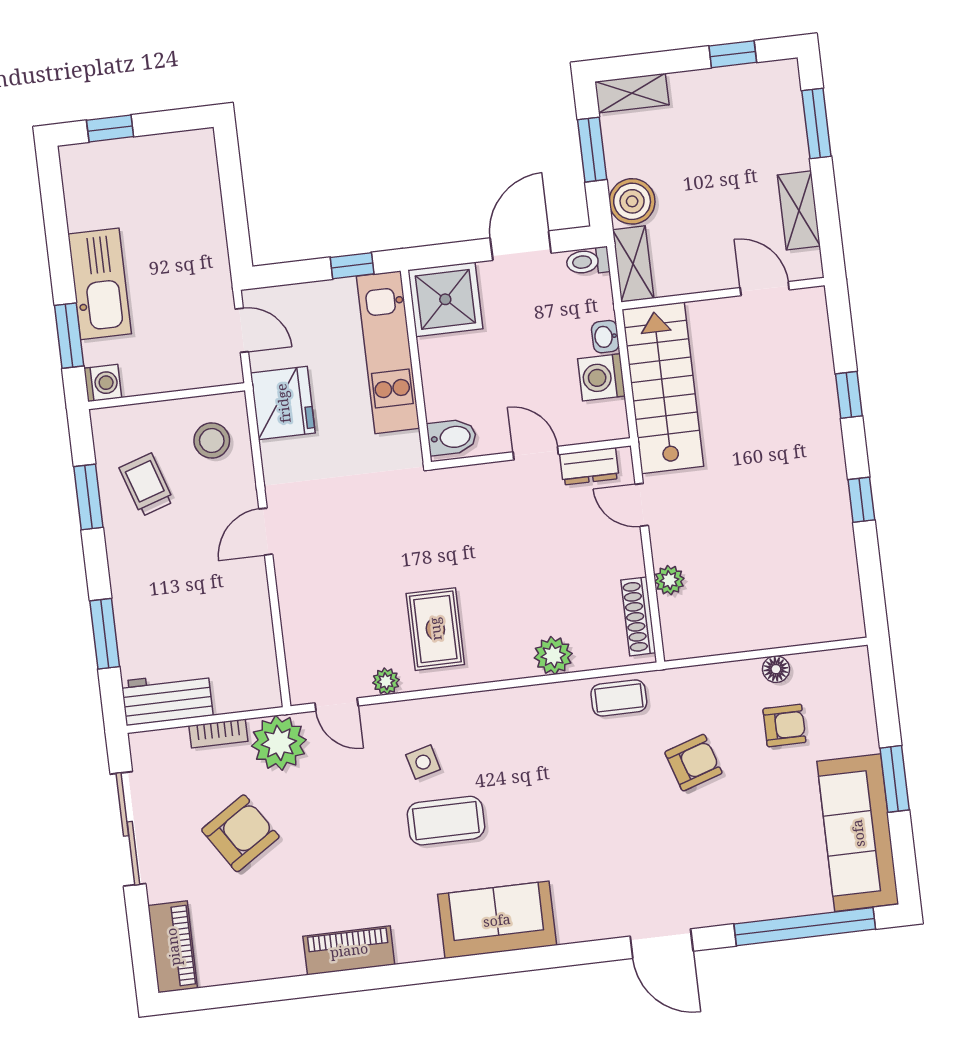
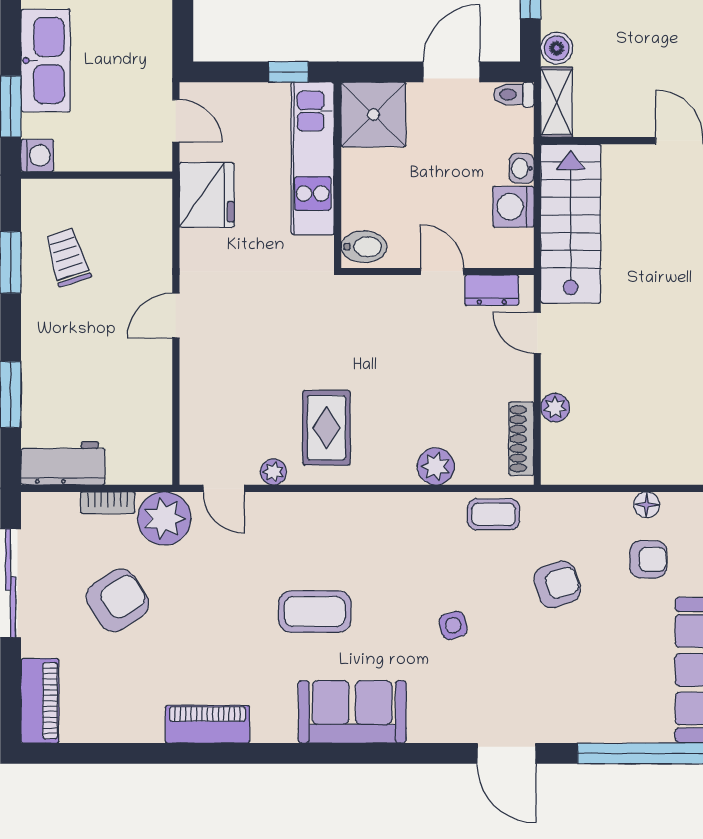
boiler: (632, 201) -> (557, 48), width x0.73, depth x0.73
stool: (212, 440) -> (135, 223), removed
side table: (423, 762) -> (453, 625), moved

